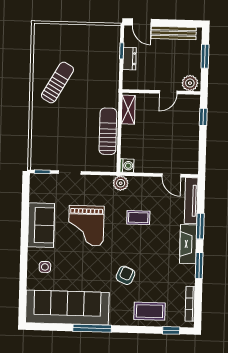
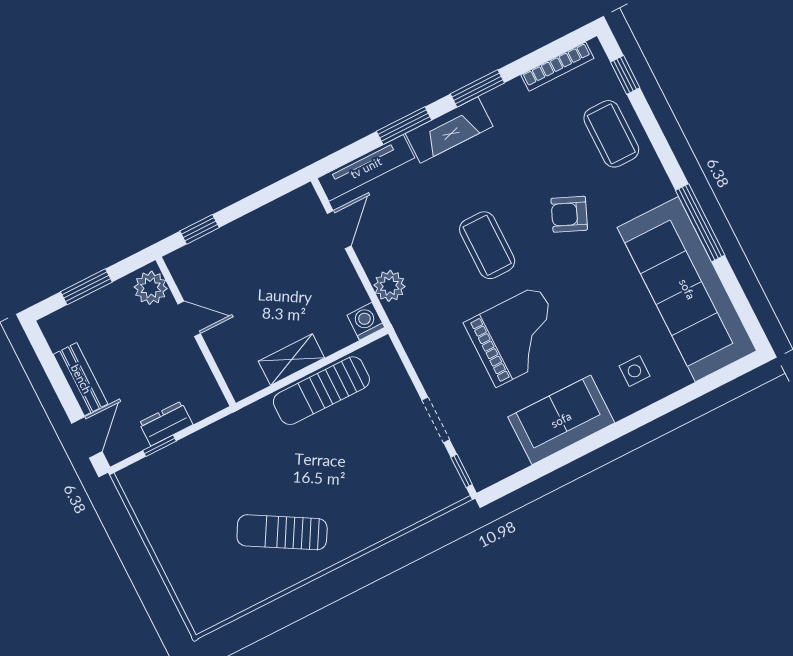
bench: (174, 33) -> (81, 379), width x0.73
shelving: (128, 110) -> (291, 360), moved
plant: (121, 183) -> (389, 286), moved
coffee table: (138, 218) -> (487, 245), moved, width x1.36, depth x1.30

